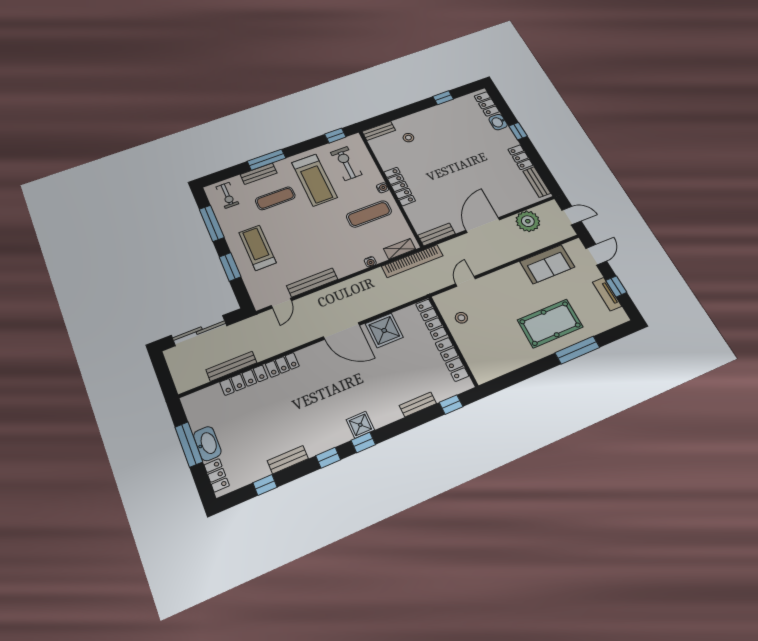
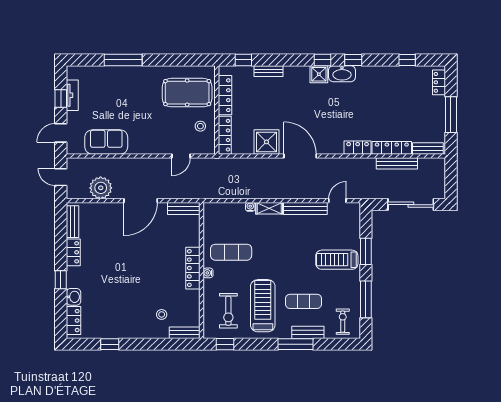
treadmill: (257, 248) -> (337, 260), turned 90
shelving: (400, 249) -> (269, 208), moved
bookcase: (412, 261) -> (216, 193), removed
pool table: (550, 323) -> (187, 93), moved
washbasin: (207, 444) -> (342, 74), moved, turned -90
bench: (288, 460) -> (428, 148), moved

